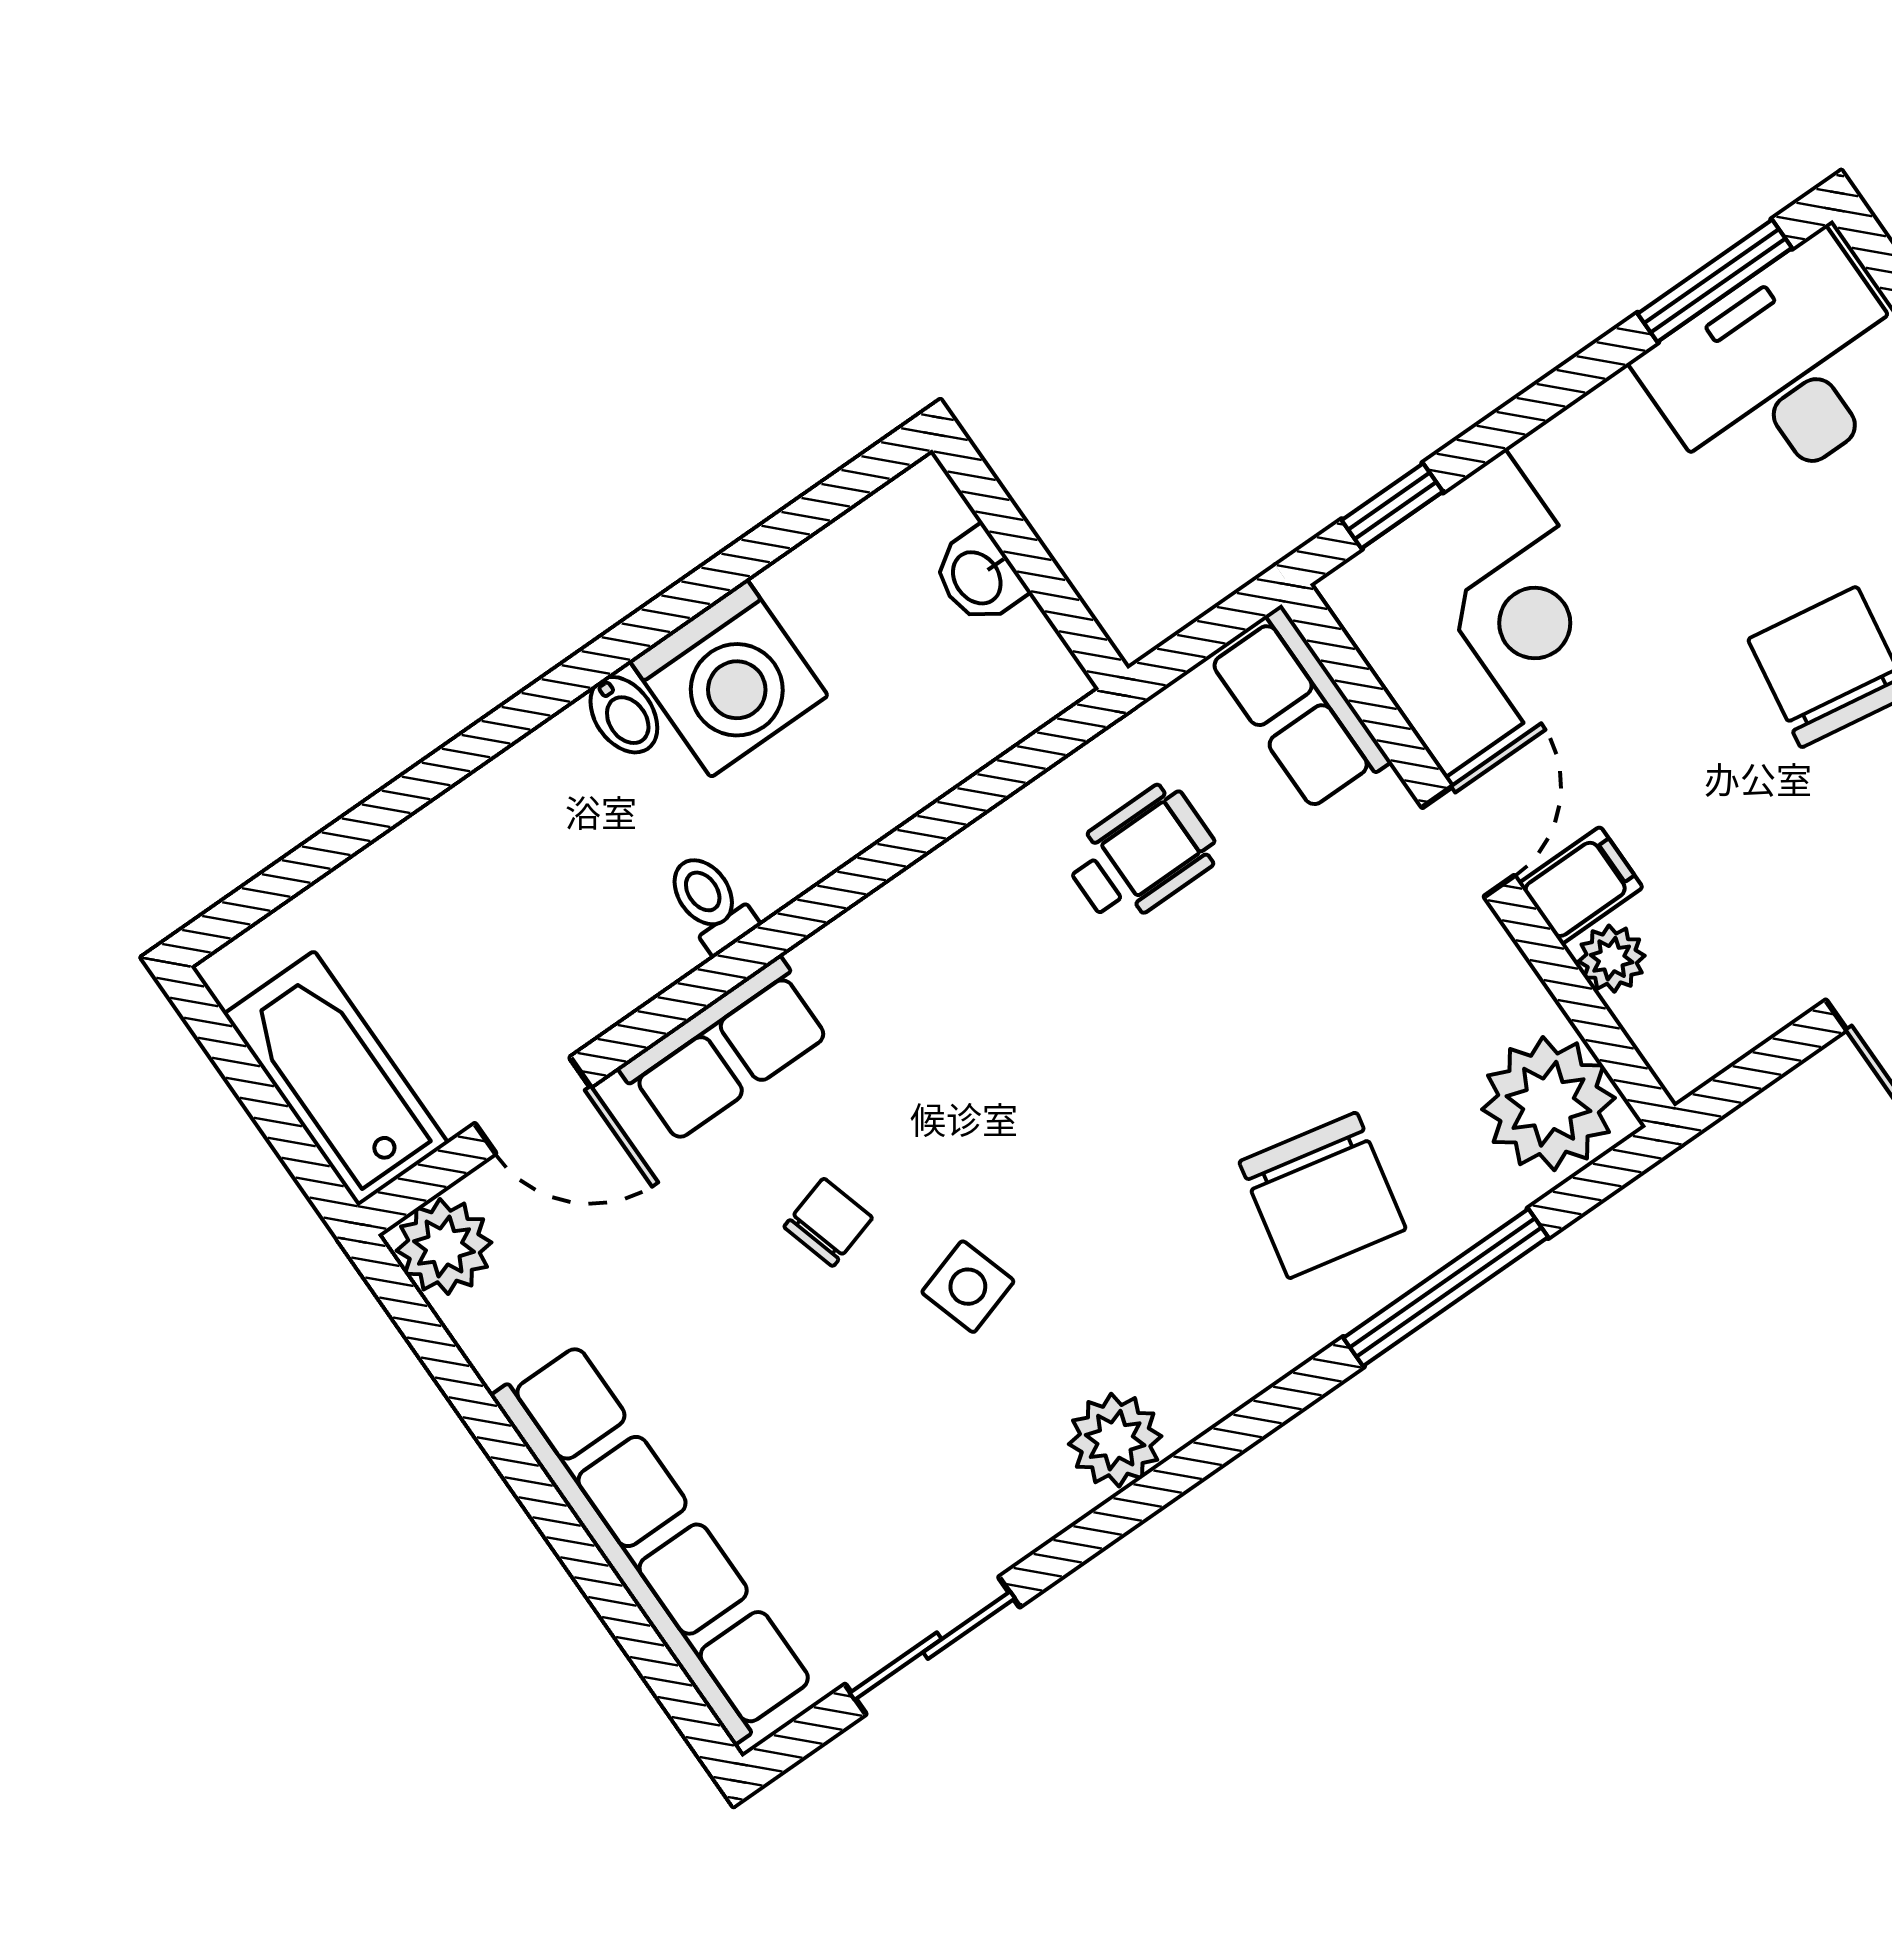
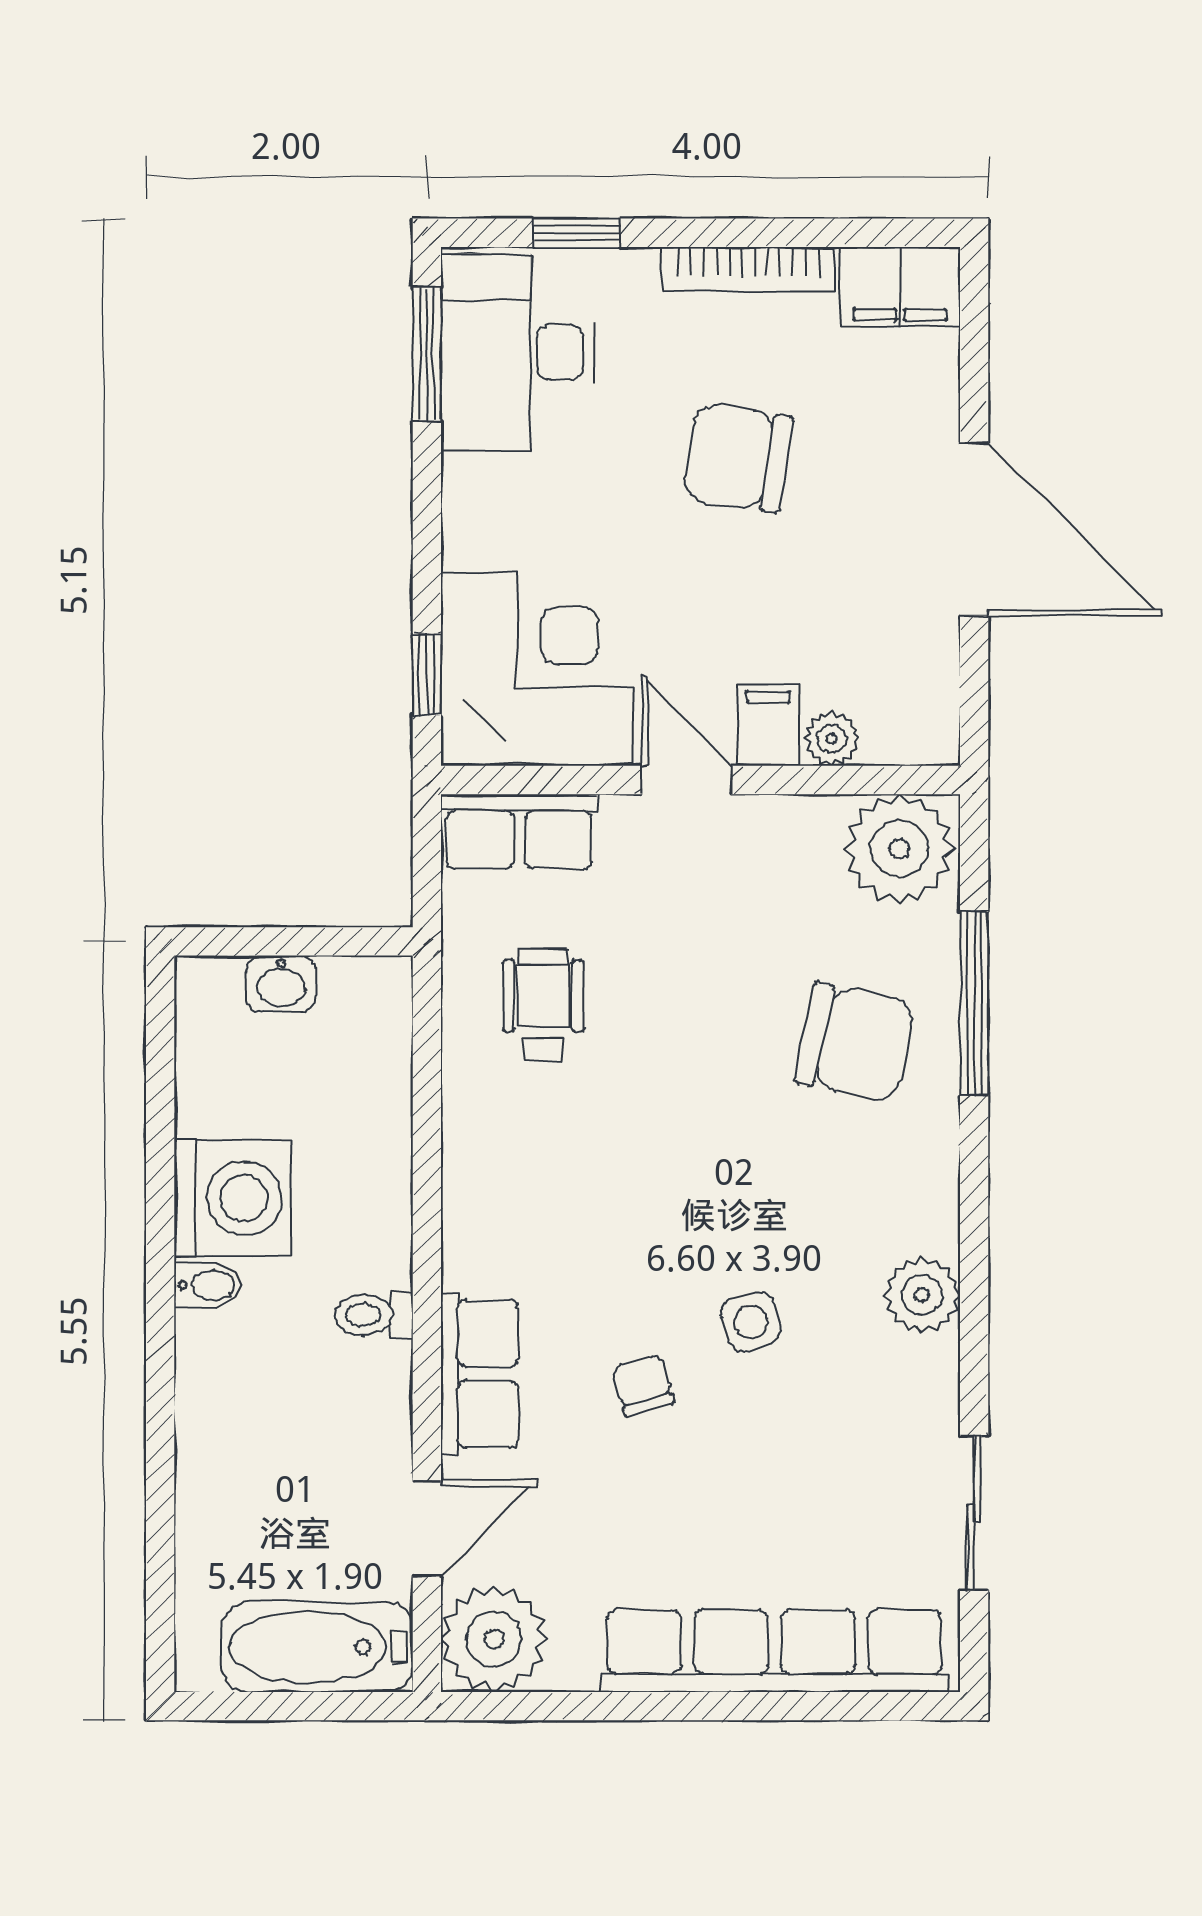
plant: (444, 1247) -> (494, 1639), width x1.36, depth x1.36

